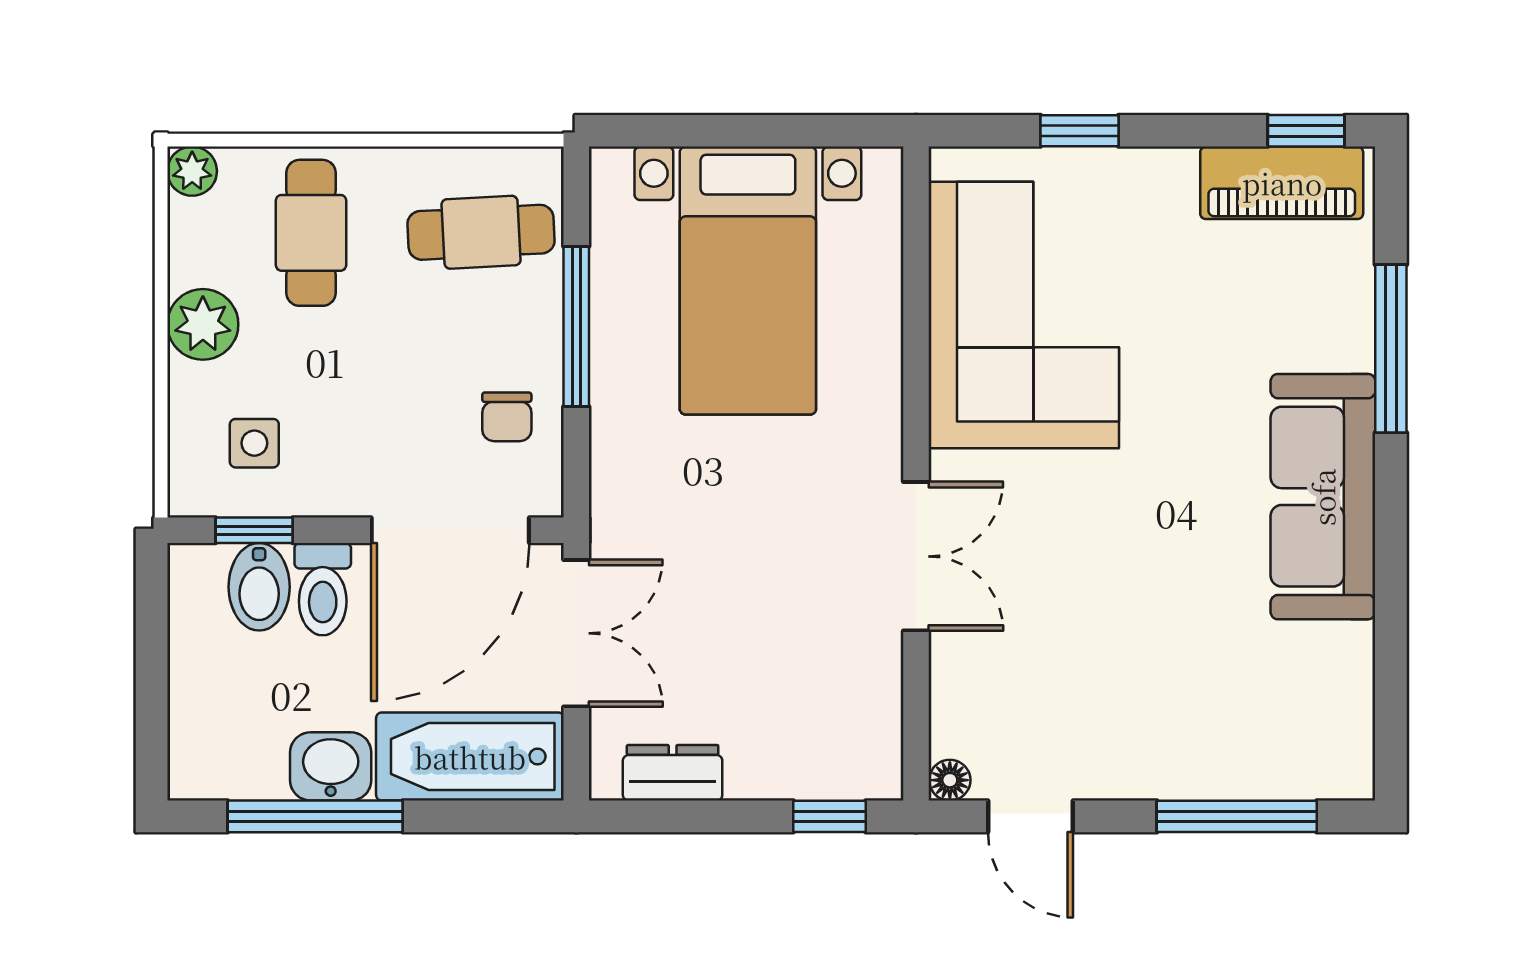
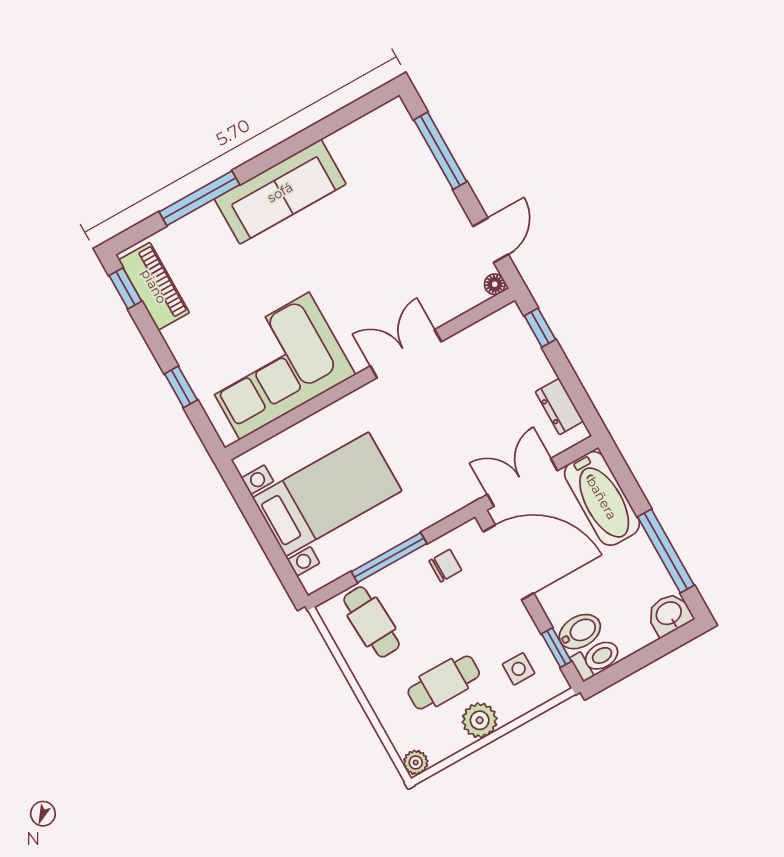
cafe table: (311, 233) -> (444, 683), moved
toilet: (323, 589) -> (596, 659), moved
washbasin: (331, 766) -> (669, 614), moved, turned 90

